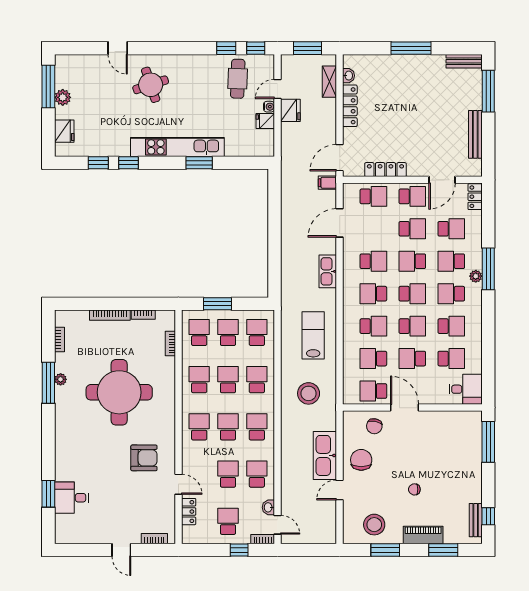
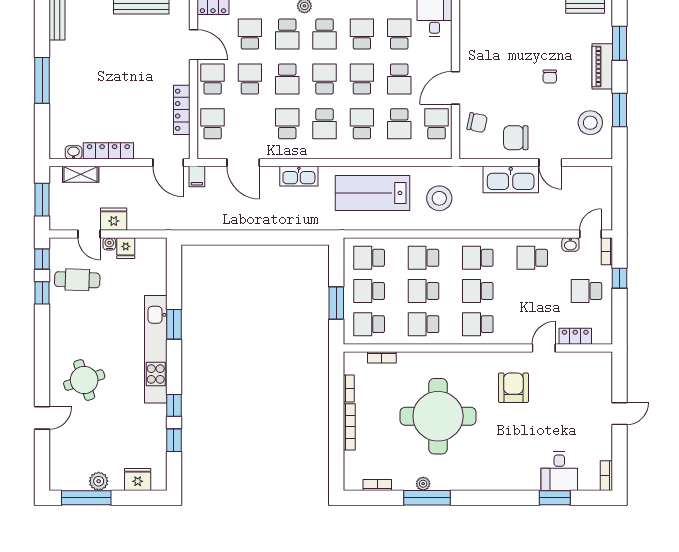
lab bench: (313, 335) -> (372, 193), width x1.36, depth x1.39
school desk: (373, 391) -> (437, 124), turned 180
school desk: (228, 474) -> (532, 291), removed
bookcase: (154, 539) -> (606, 476), moved

